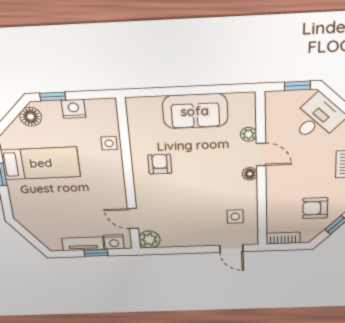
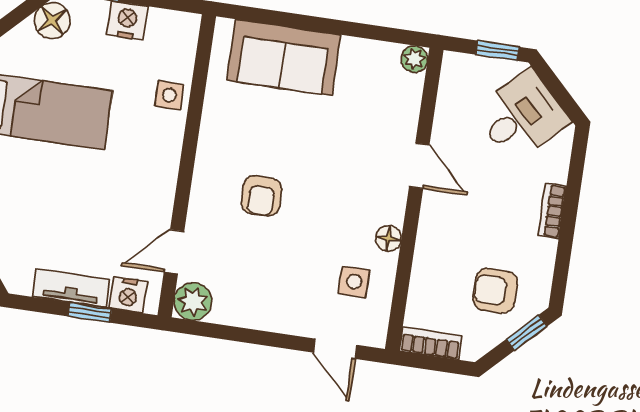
sofa: (195, 111) -> (284, 57), moved
plant: (249, 134) -> (414, 59), moved
armchair: (160, 164) -> (261, 196), moved, turned 180
floor lamp: (250, 174) -> (388, 238), moved
door: (133, 219) -> (174, 252), hinge flipped

